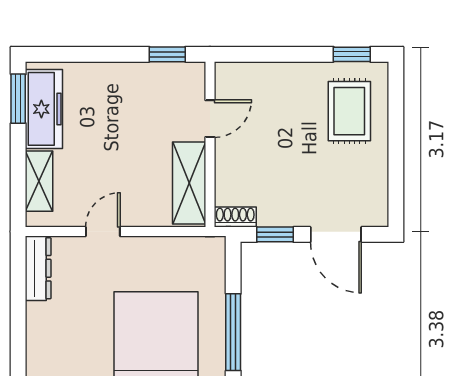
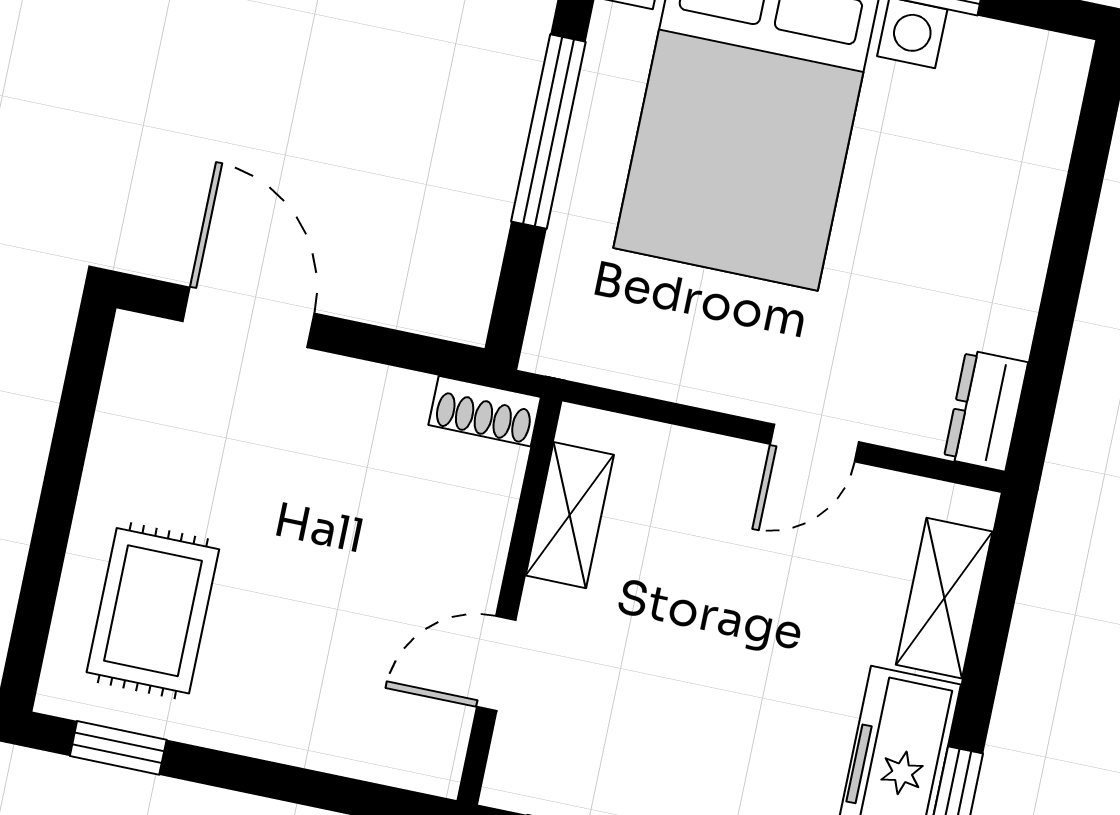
shelving: (189, 183) -> (570, 515), width x0.67, depth x0.75
window: (275, 234) -> (397, 348), removed
dresser: (38, 268) -> (986, 411), width x0.70

